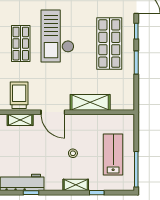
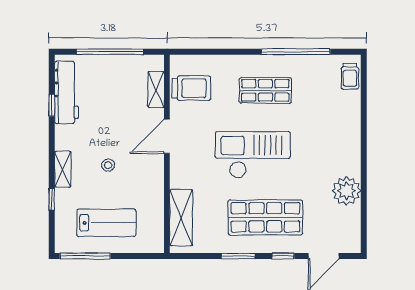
checkout: (58, 36) -> (253, 155), moved
shelving: (90, 102) -> (181, 218), moved

